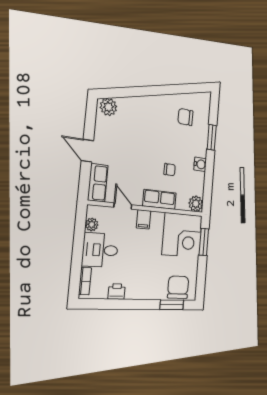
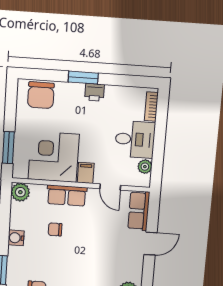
door: (87, 151) -> (150, 244), hinge flipped
corner desk: (182, 235) -> (54, 157), moved
printer: (117, 292) -> (95, 92), moved
window: (172, 305) -> (83, 78), moved

